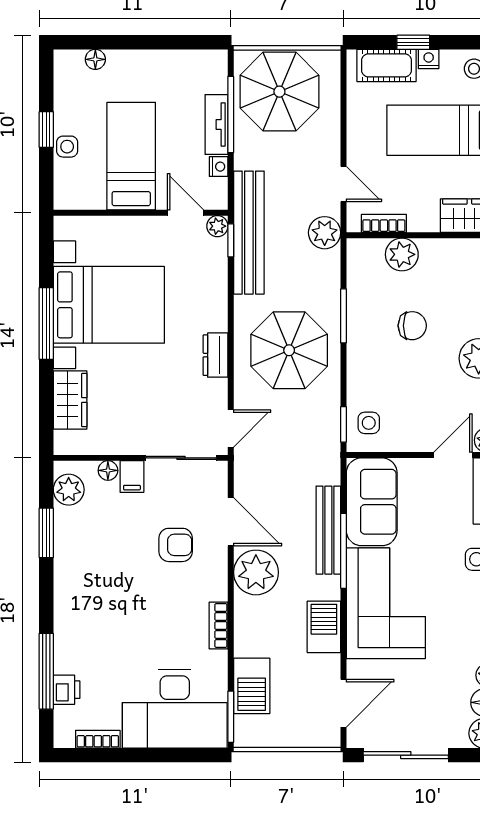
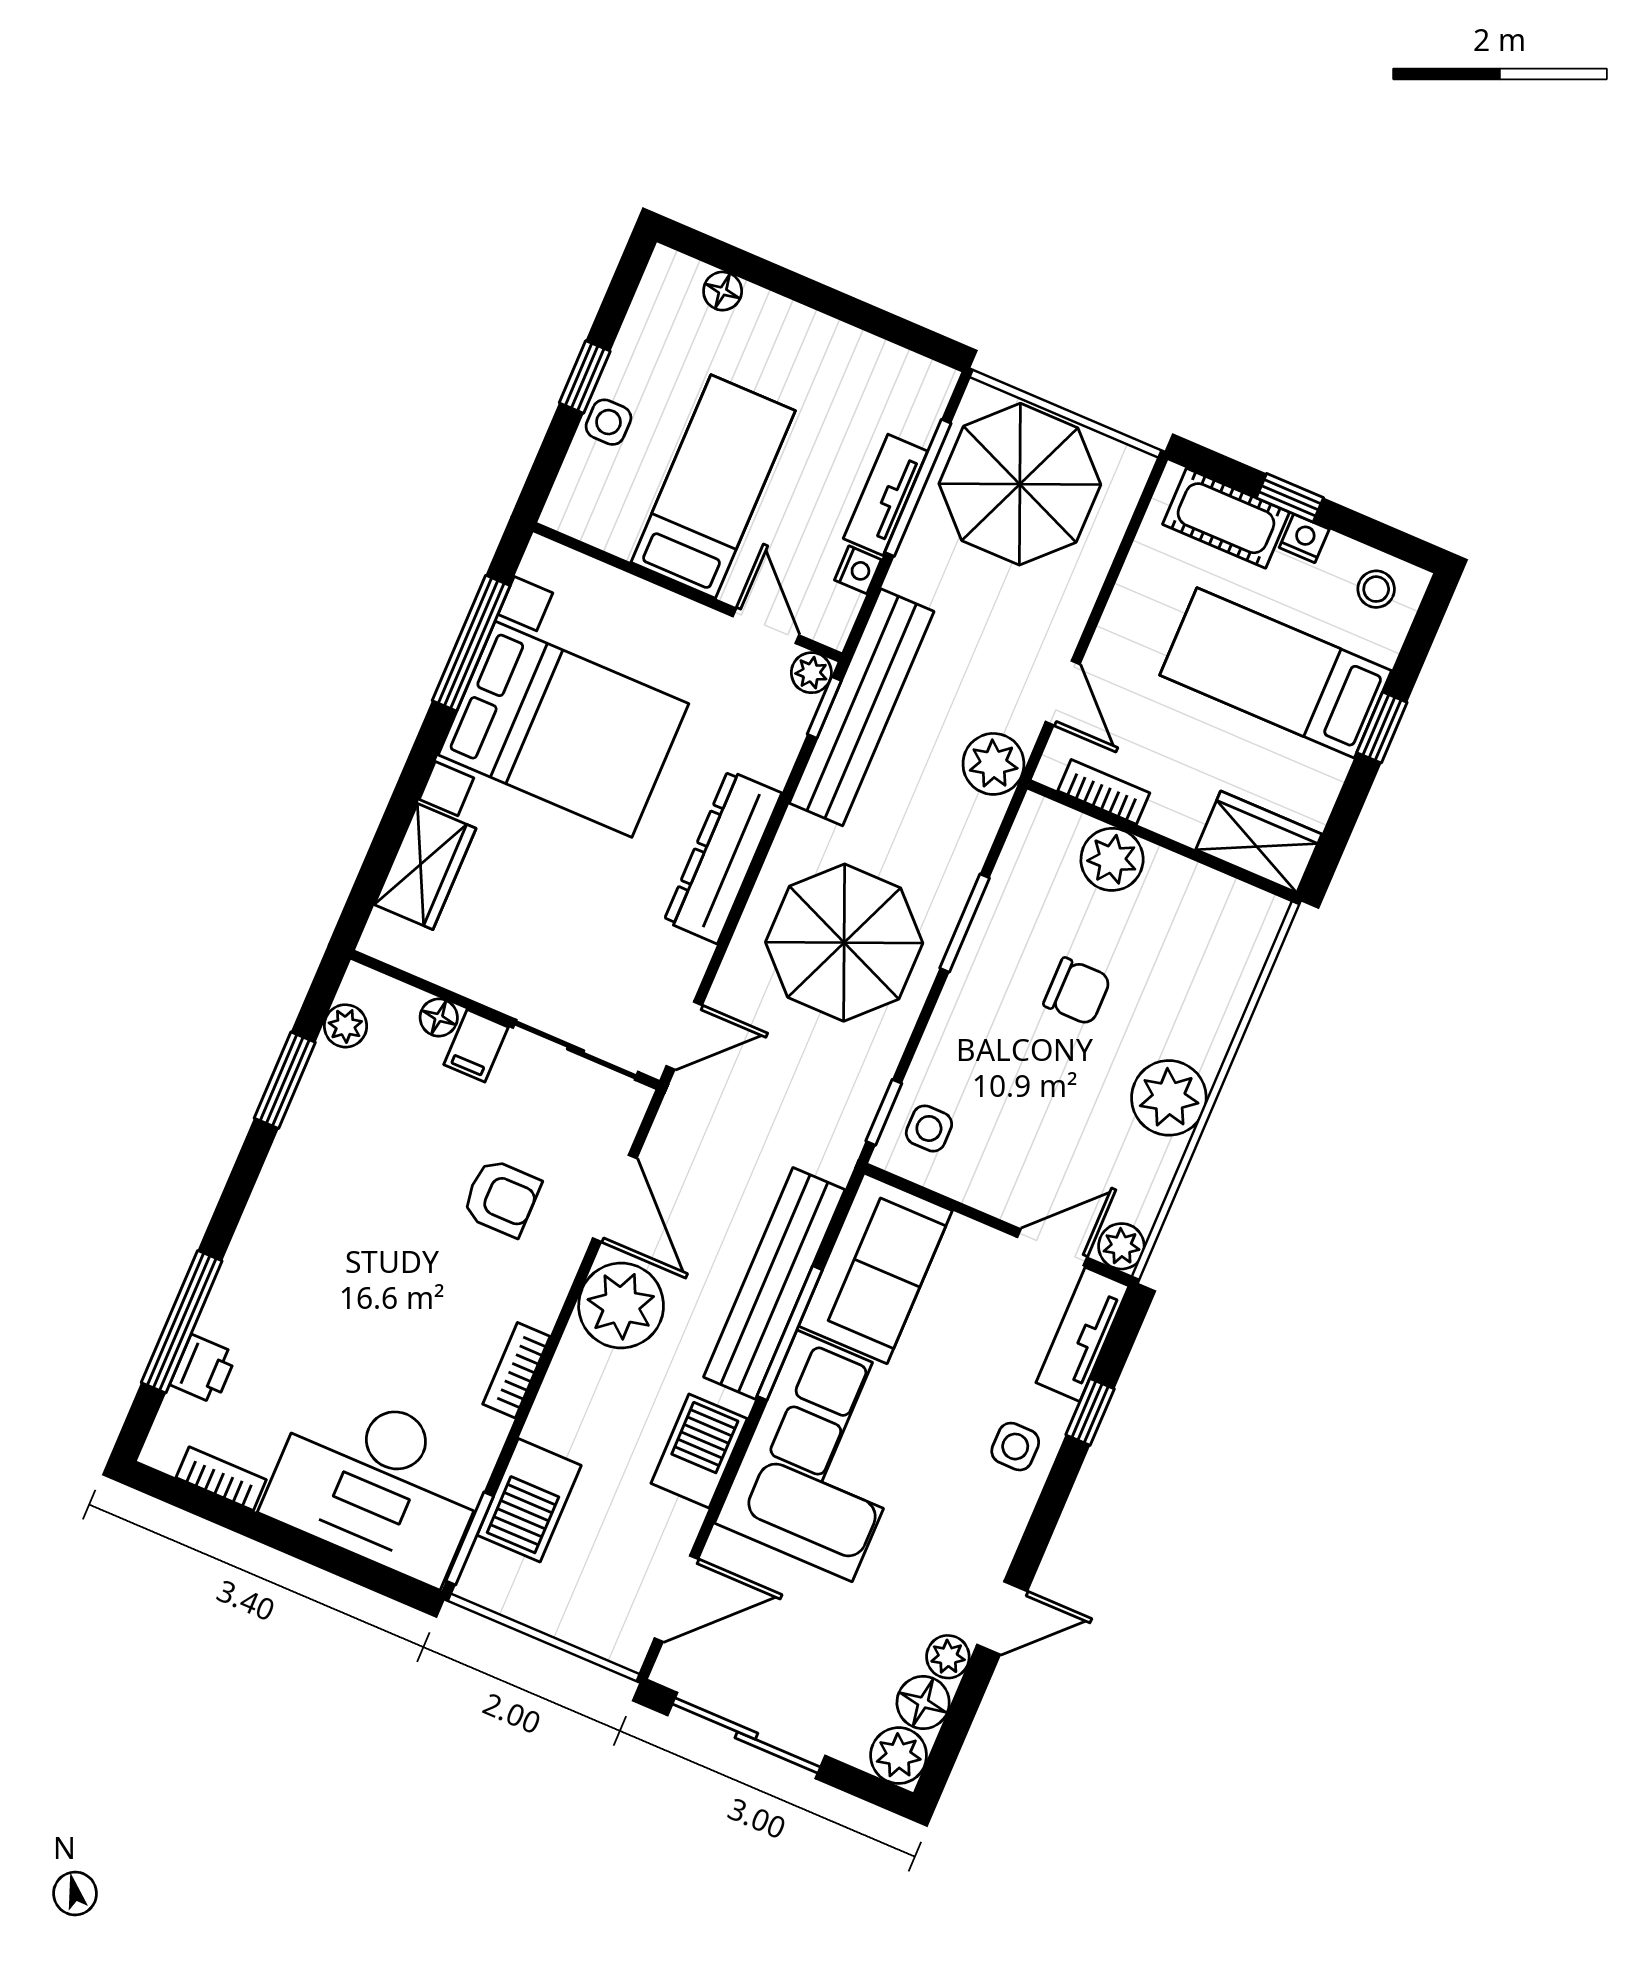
window: (46, 323) -> (471, 643), moved
dresser: (216, 355) -> (723, 857), width x1.96, depth x1.24
plant: (69, 490) -> (345, 1026), width x0.73, depth x0.73
bench: (328, 530) -> (774, 1283), width x1.37, depth x1.21

